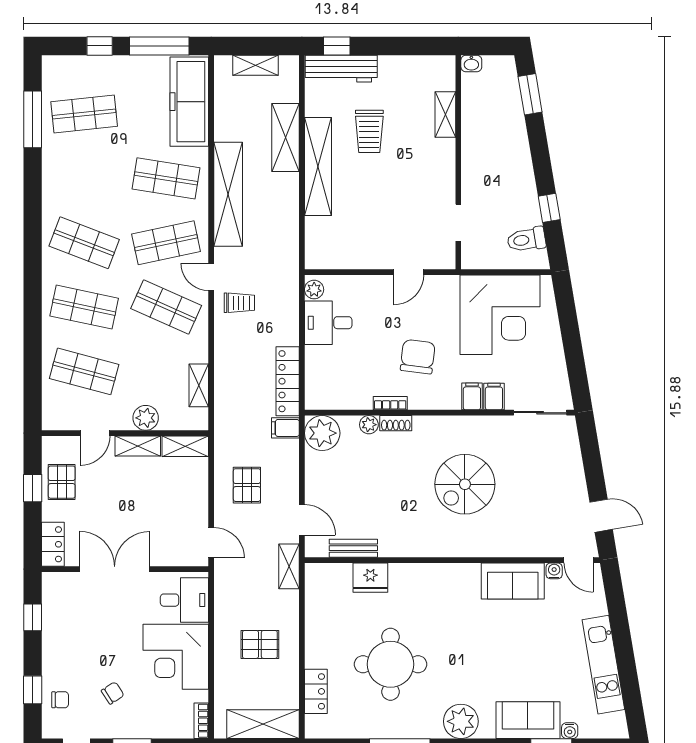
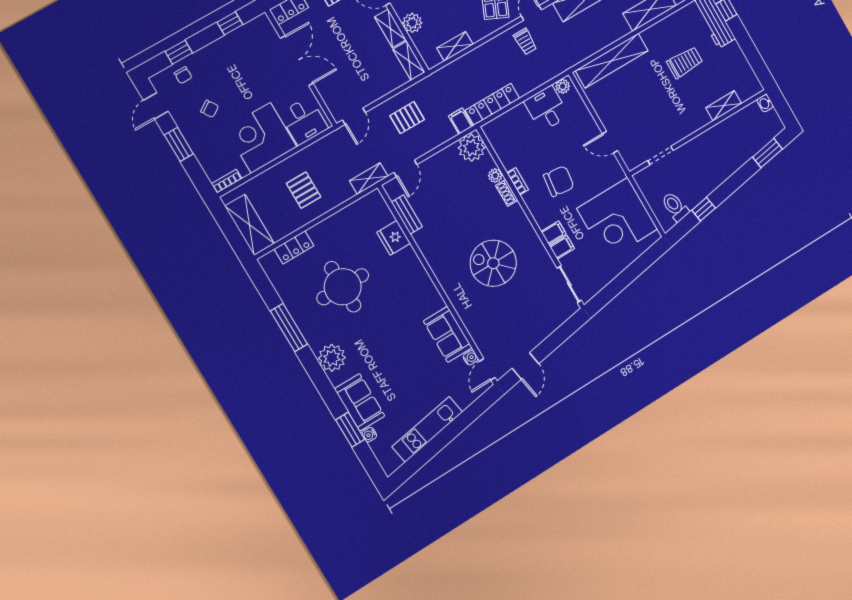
trolley: (369, 131) -> (685, 62), turned 180
shelving: (318, 167) -> (612, 61), moved

